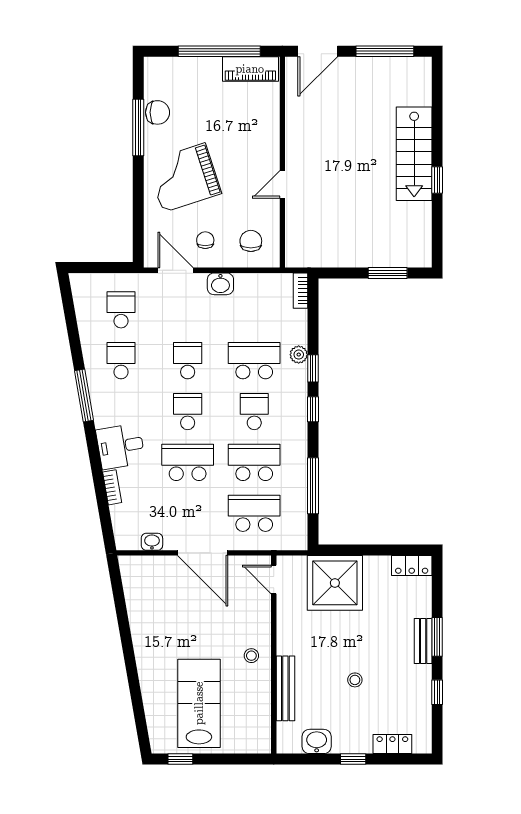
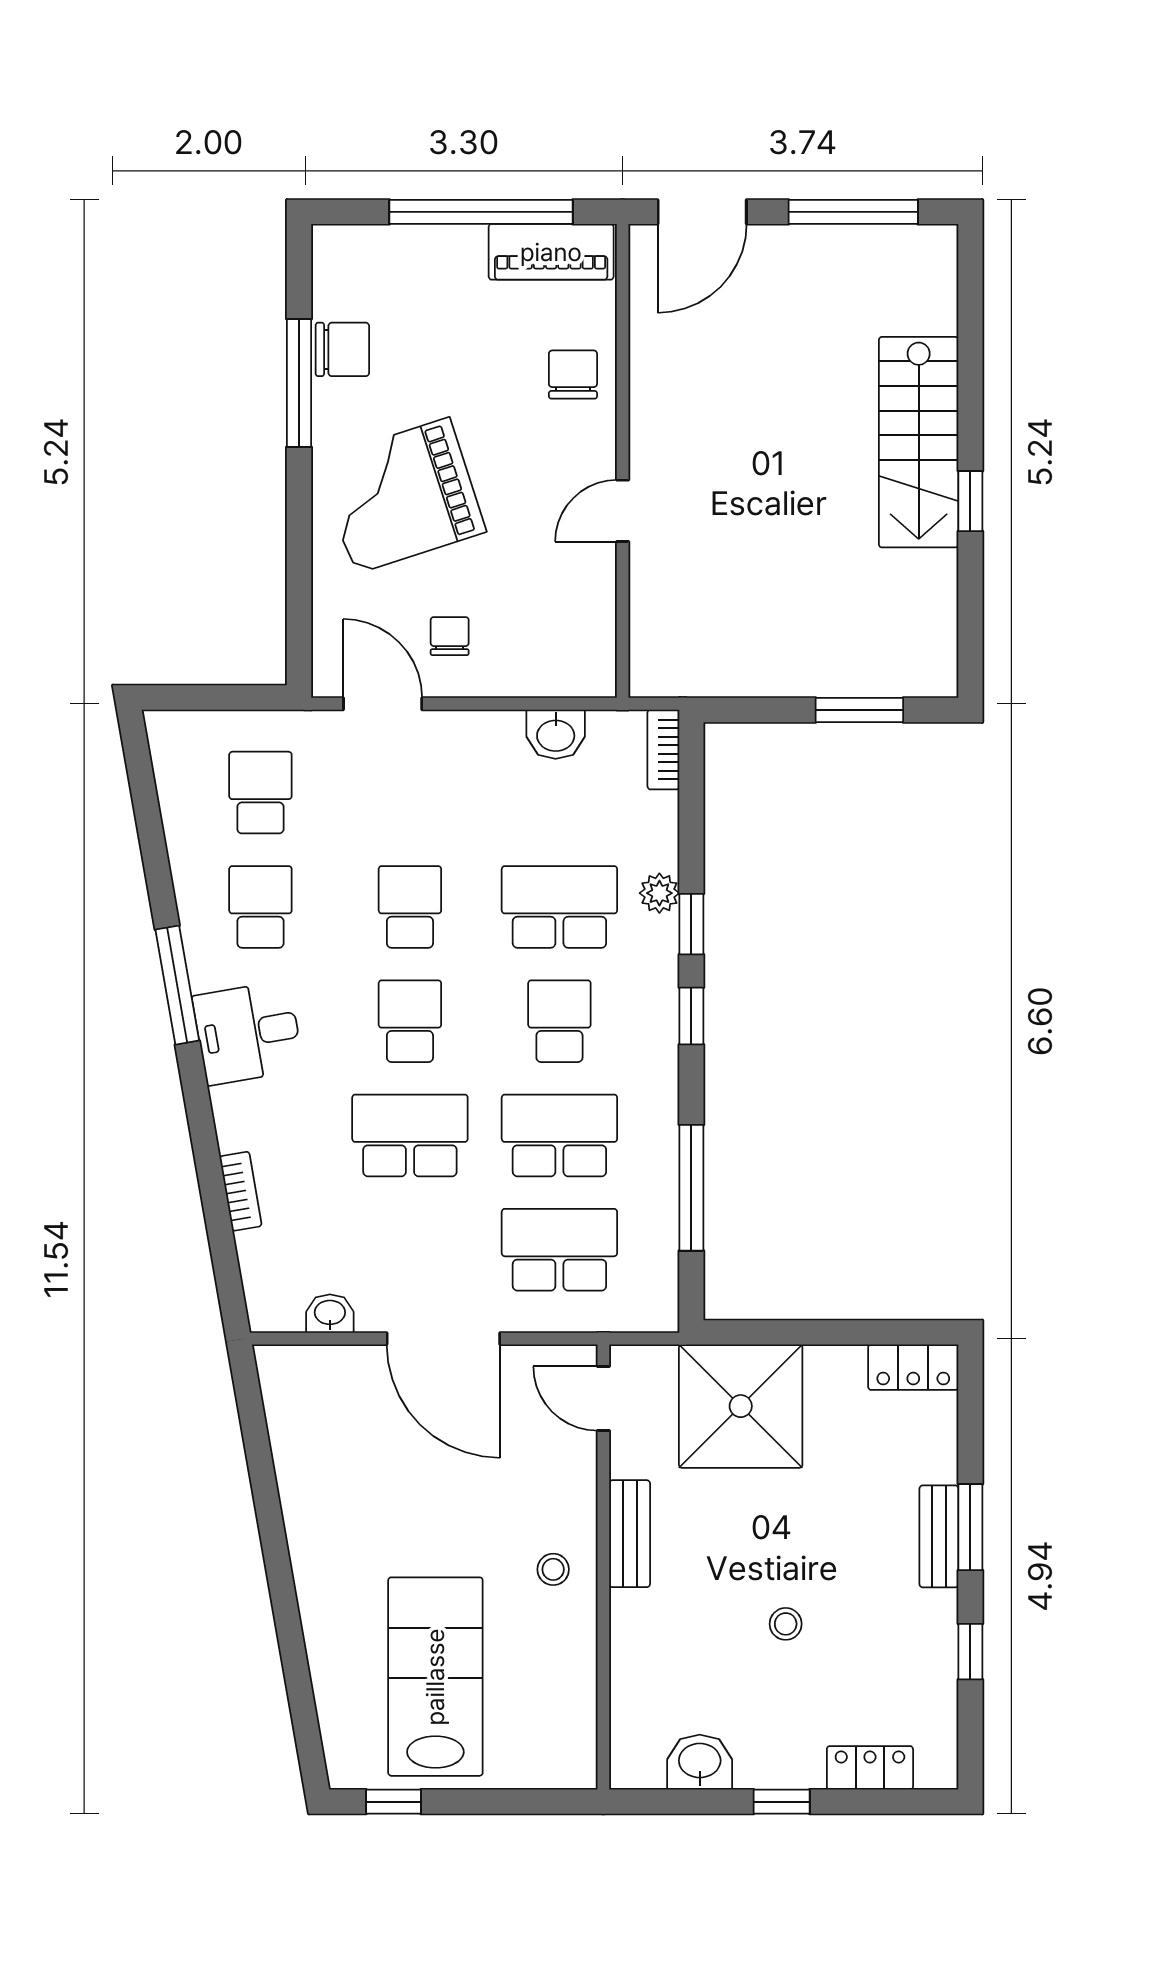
chair: (251, 241) -> (573, 375), moved
washbasin: (220, 284) -> (556, 734), moved
desk: (121, 446) -> (248, 1033), moved
bench: (285, 688) -> (630, 1534), moved, width x0.73

